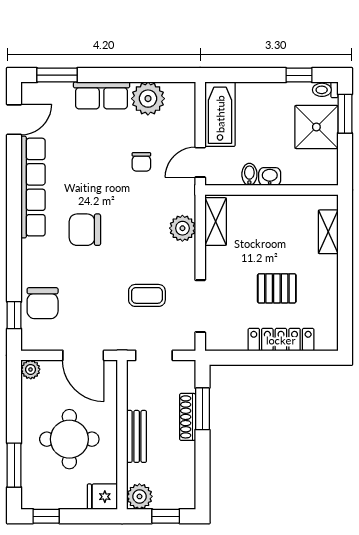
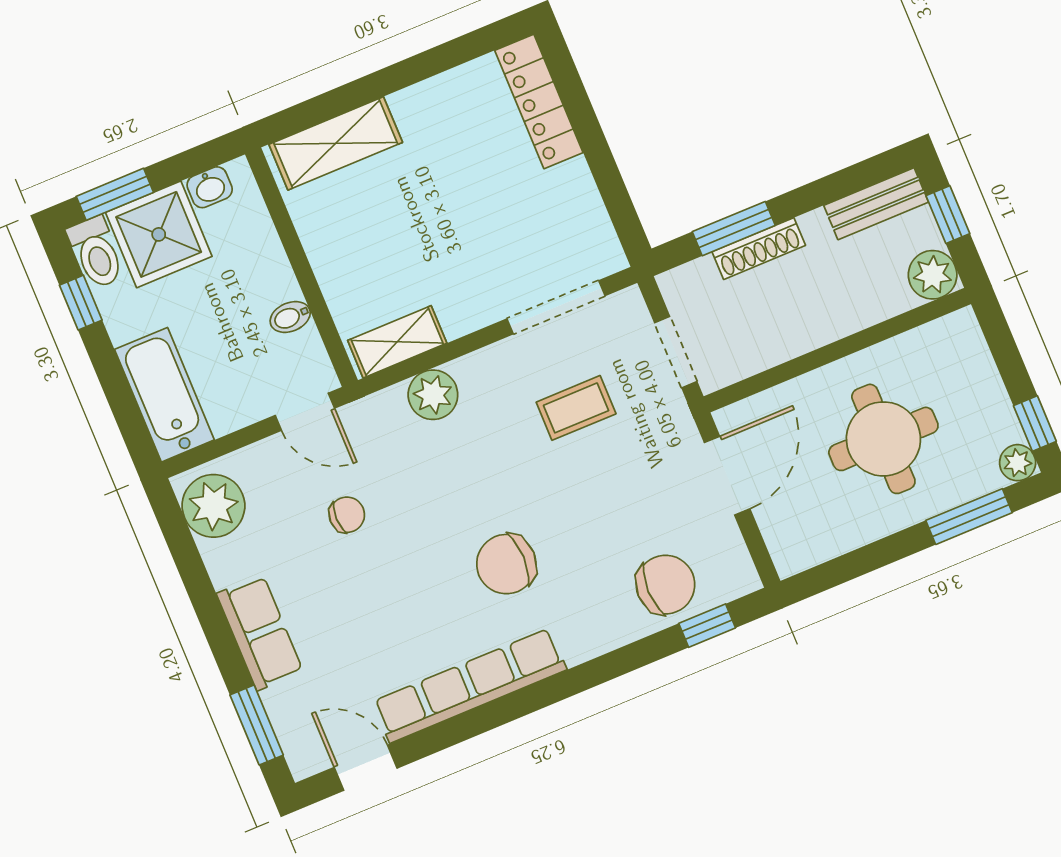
toilet: (325, 90) -> (96, 253), width x1.37, depth x1.39
plant: (148, 99) -> (213, 506), moved
bathtub: (220, 114) -> (164, 395), moved, turned 90
washbasin: (270, 176) -> (210, 187), moved, turned -90
chair: (85, 230) -> (506, 564), turned 90
shelving: (328, 232) -> (336, 143), width x1.50, depth x1.33
pallet: (277, 288) -> (469, 186), removed
coffee table: (147, 295) -> (576, 408), turned 90
locker: (281, 340) -> (539, 102), moved
plant: (31, 369) -> (1018, 463), moved
bench: (137, 436) -> (876, 204), moved
fridge: (102, 497) -> (960, 339), removed

